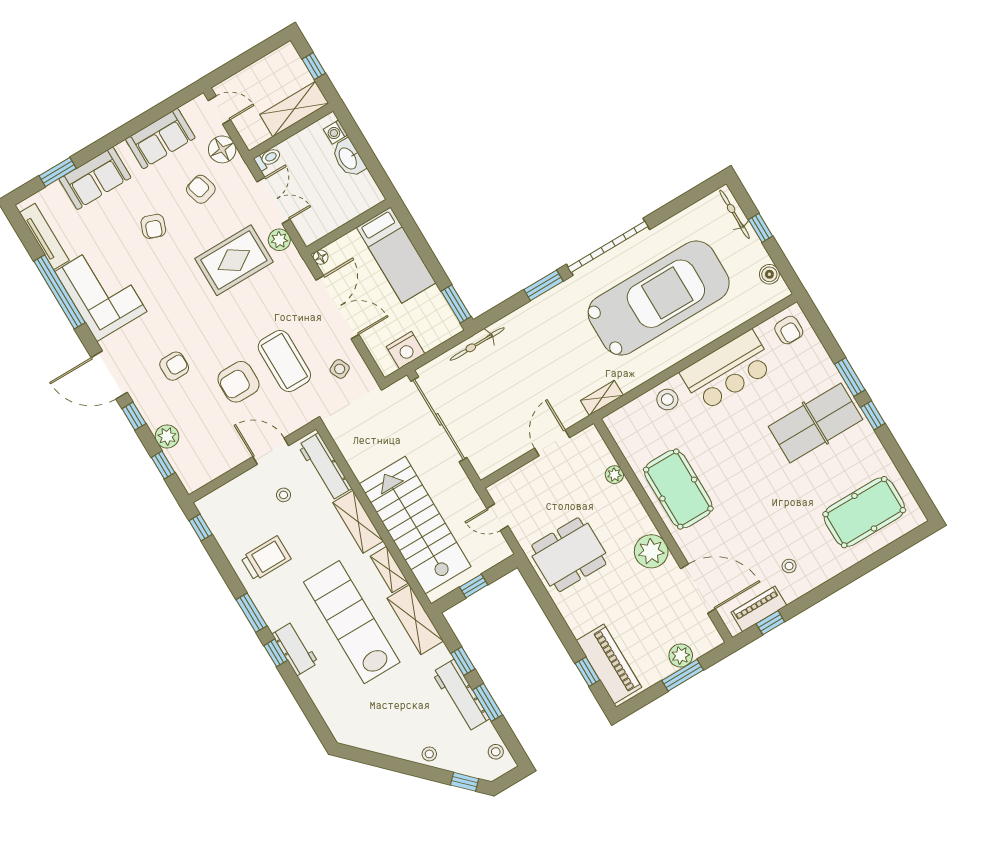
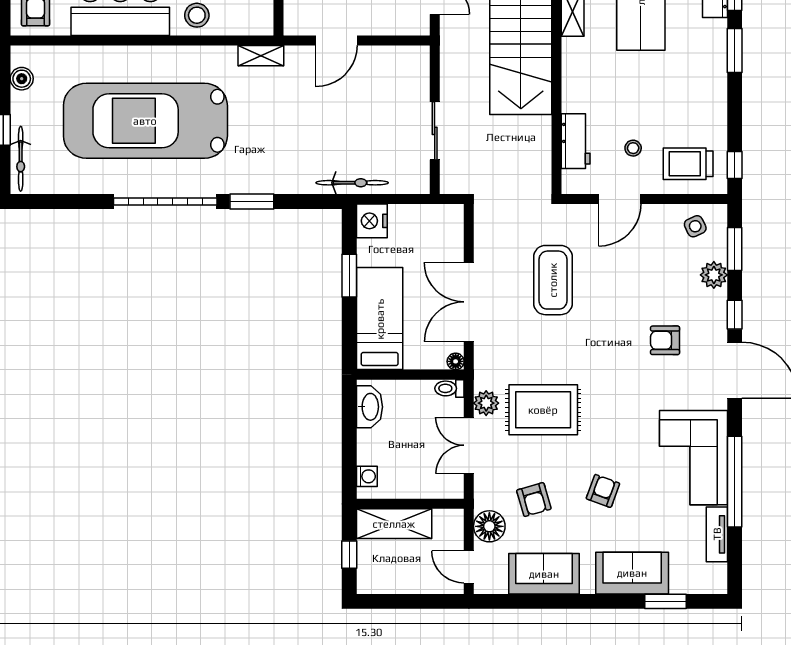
washbasin: (348, 158) -> (370, 407), moved
toilet: (268, 159) -> (449, 388), moved
tv unit: (44, 236) -> (717, 534), width x0.71
window: (456, 304) -> (349, 276), moved
nightstand: (405, 350) -> (372, 221), moved, turned -90
side table: (340, 369) -> (695, 226), moved
armchair: (239, 382) -> (611, 287), removed
sliding door: (439, 419) -> (435, 131), width x0.54
door: (271, 451) -> (620, 199), hinge flipped
window: (163, 465) -> (735, 249), width x1.50
workbench: (325, 467) -> (576, 141), width x0.73
shelving: (358, 522) -> (575, 77), removed
trolley: (266, 558) -> (688, 164), moved

